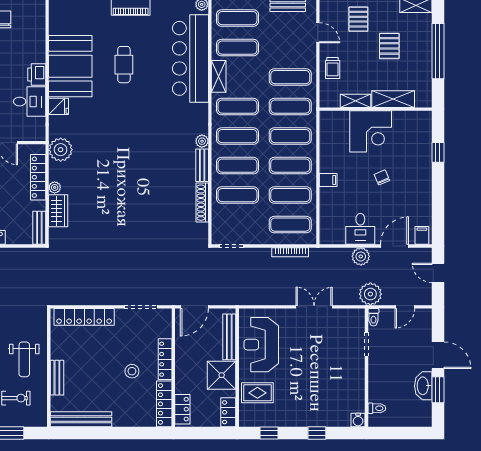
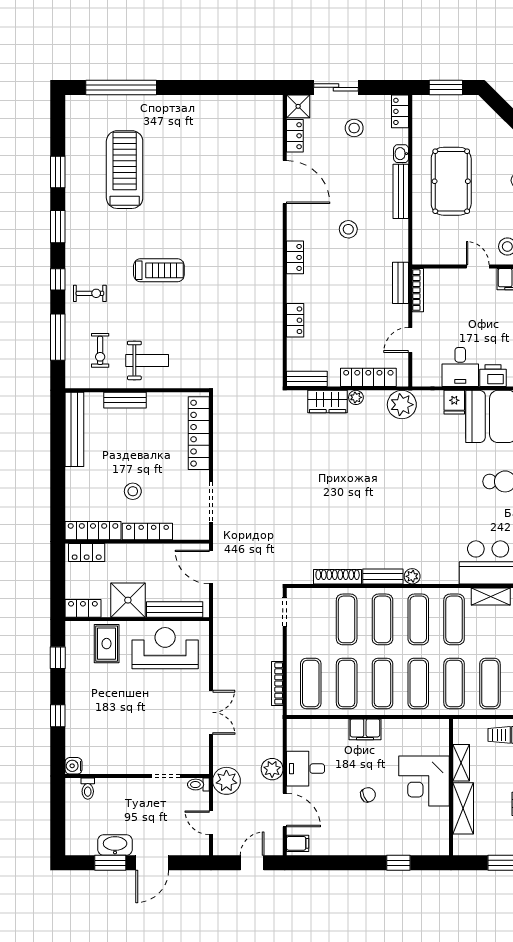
filing cabinet: (328, 180) -> (365, 729), width x2.00
weight bench: (24, 359) -> (147, 360), turned 180

